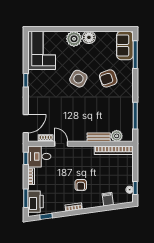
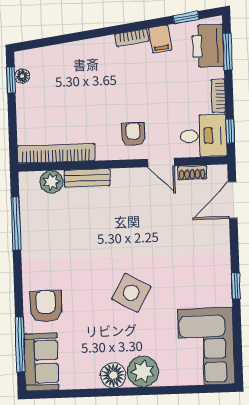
armchair: (108, 78) -> (46, 306), moved, turned -71
armchair: (81, 185) -> (133, 134), moved
filing cabinet: (108, 199) -> (160, 39), moved

